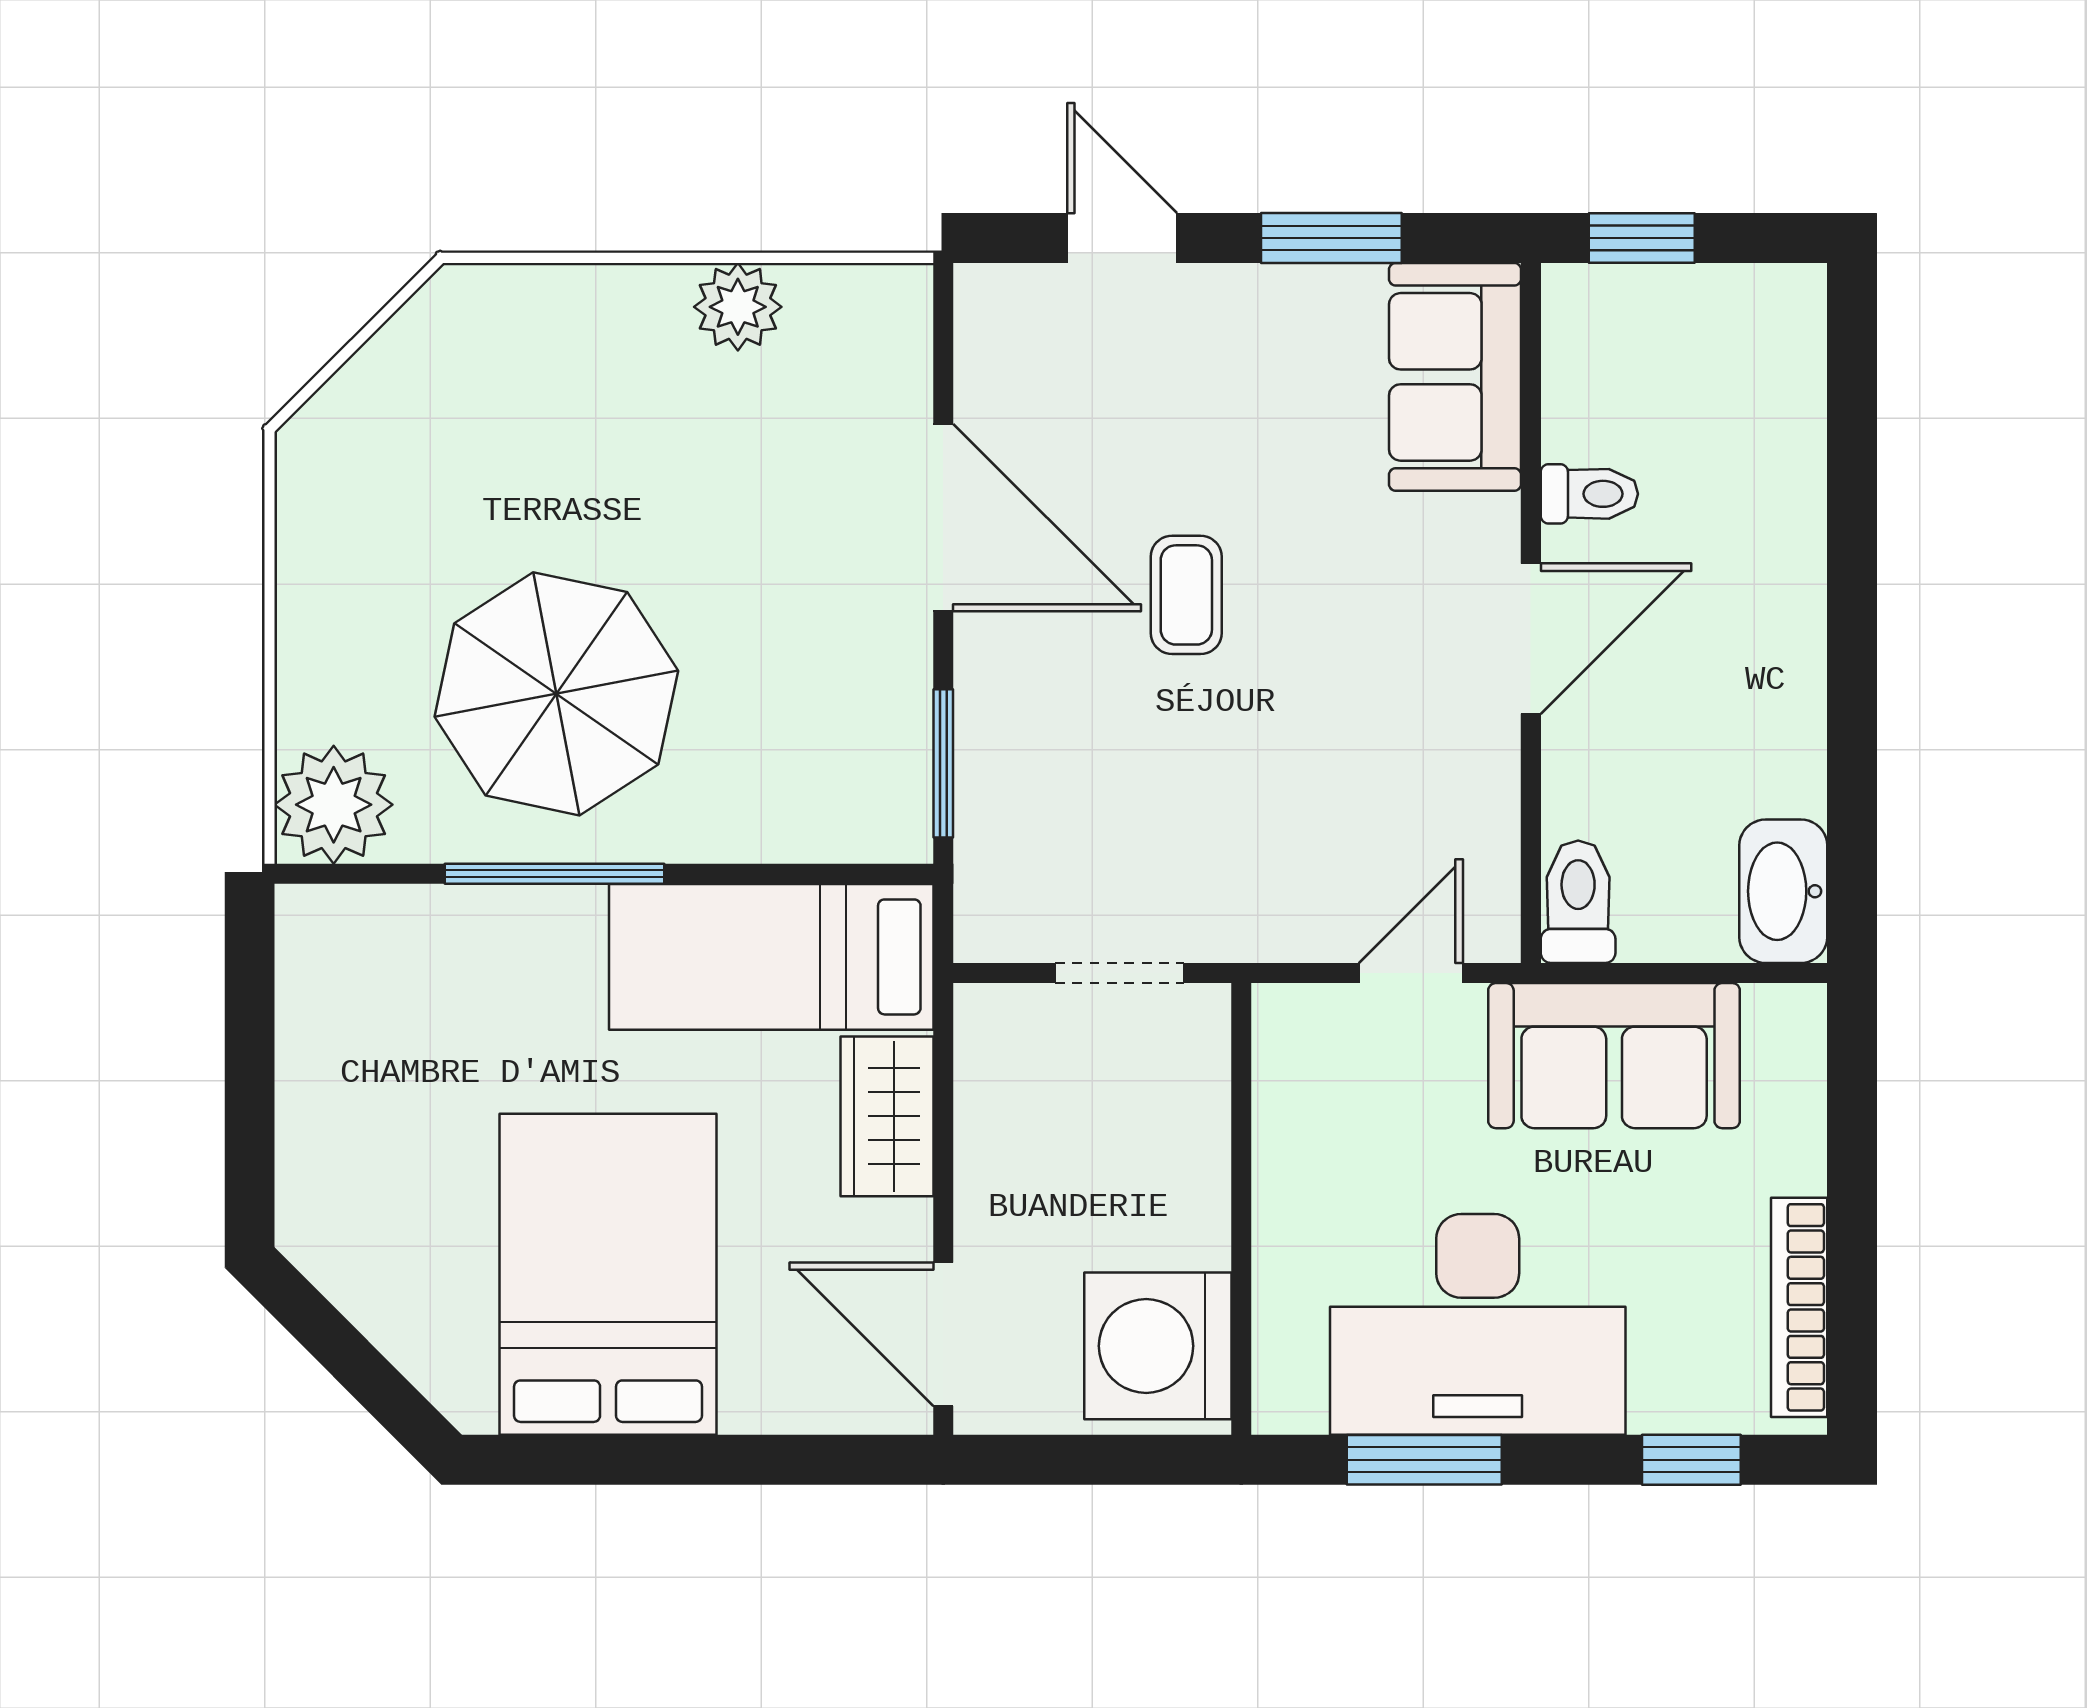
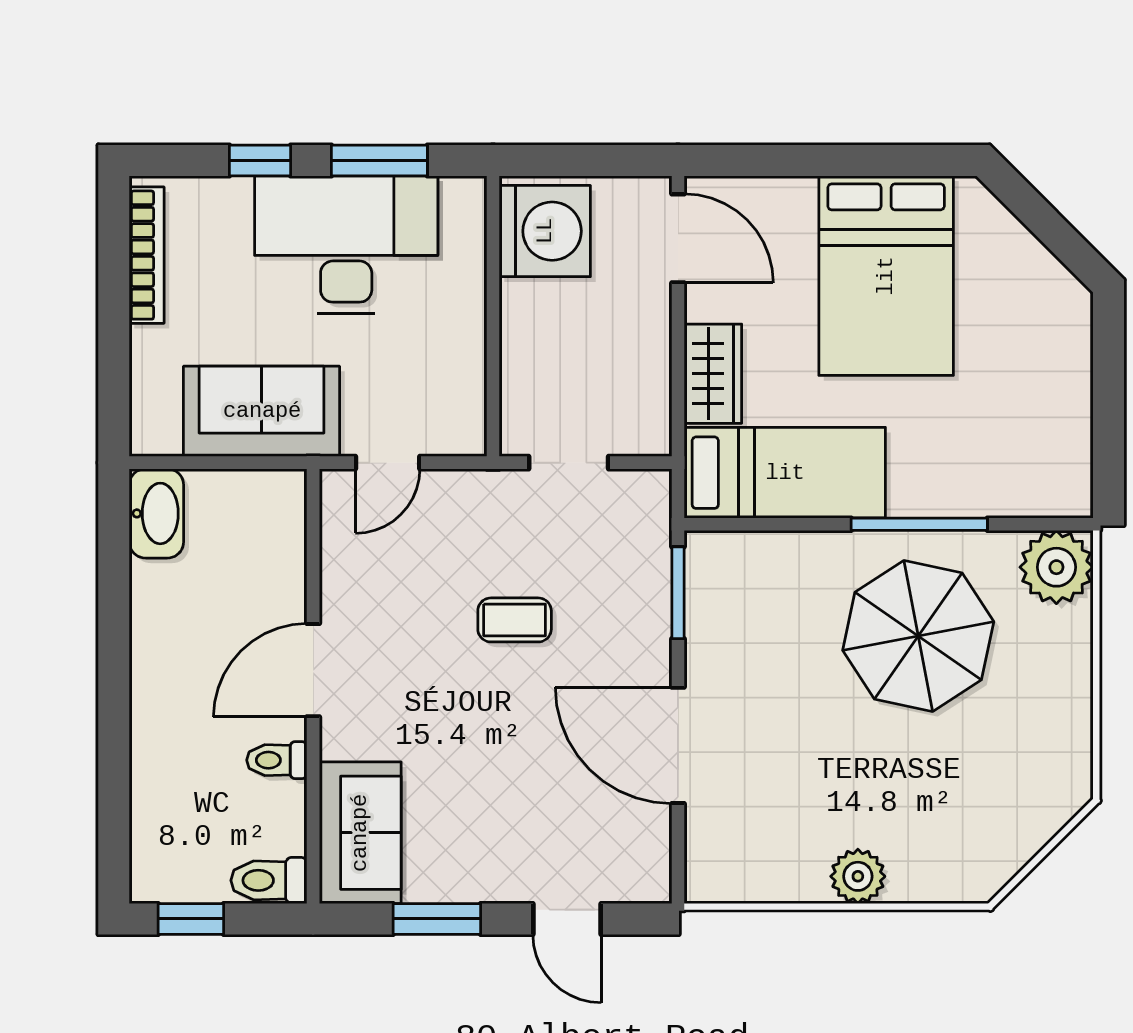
window: (1642, 238) -> (191, 919), moved
plant: (738, 307) -> (858, 876), moved
coffee table: (1186, 595) -> (515, 620), moved, turned 90
toilet: (1578, 902) -> (269, 880), moved, turned 90
window: (1691, 1460) -> (260, 161), moved

